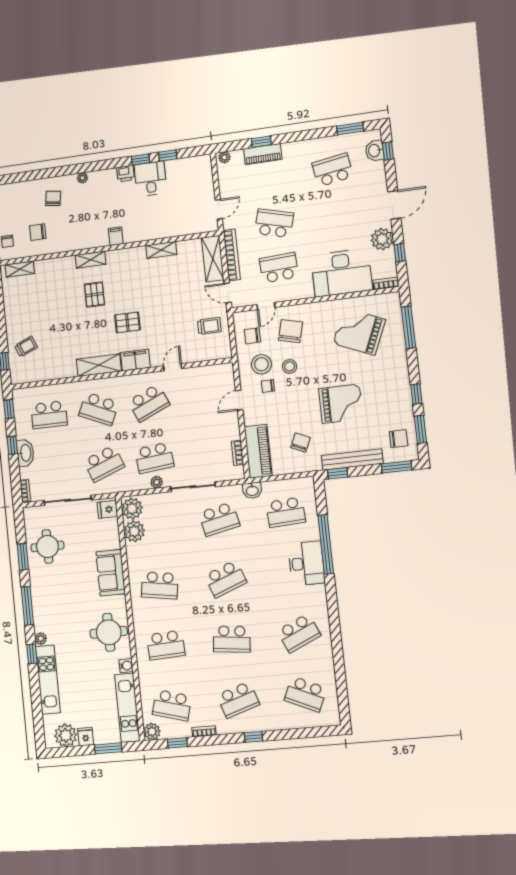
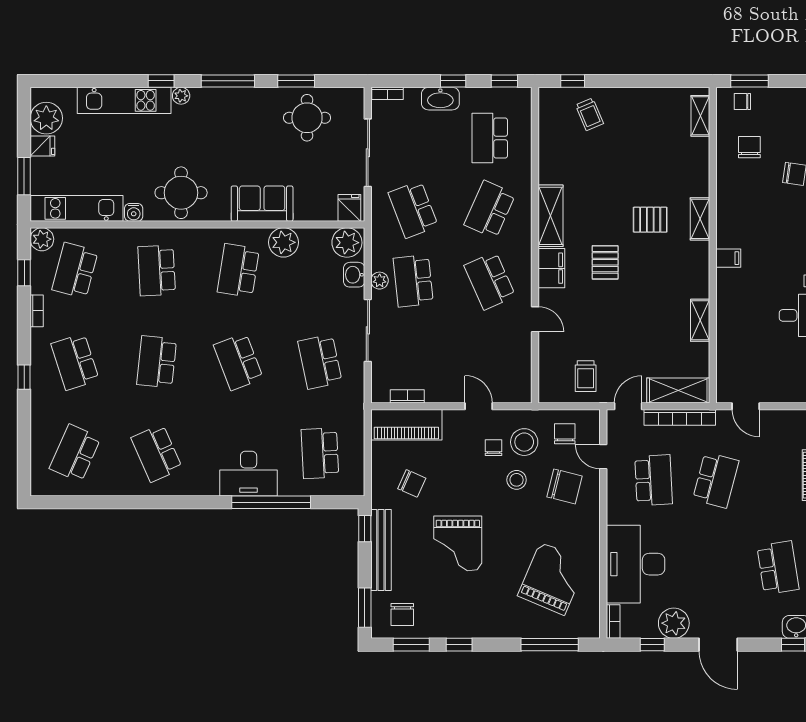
washbasin: (252, 490) -> (354, 275), moved
plant: (134, 531) -> (284, 242), moved

